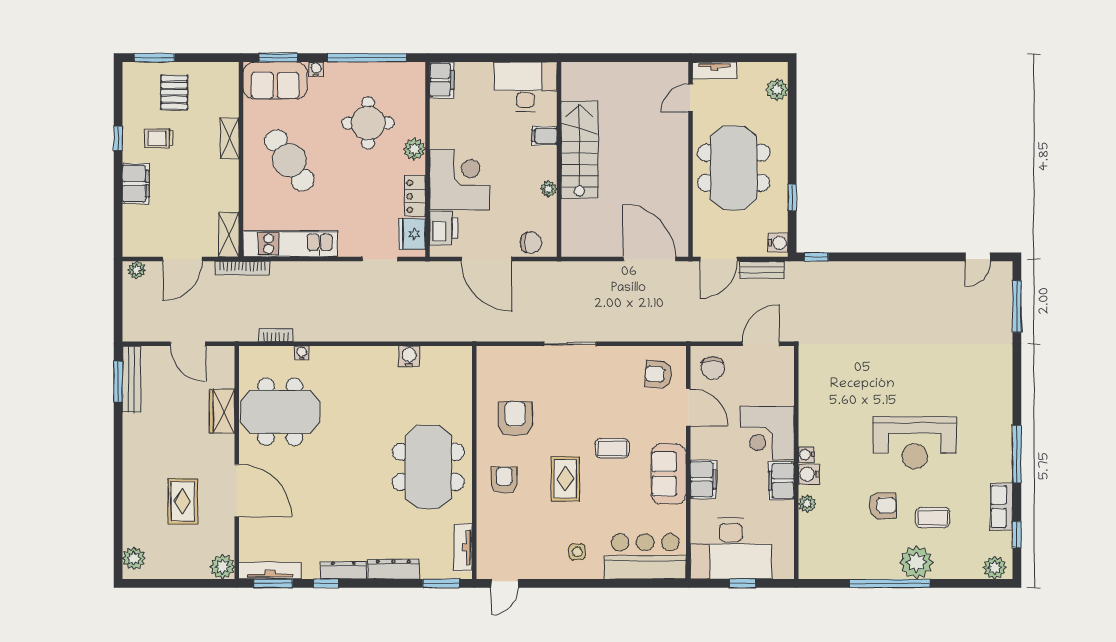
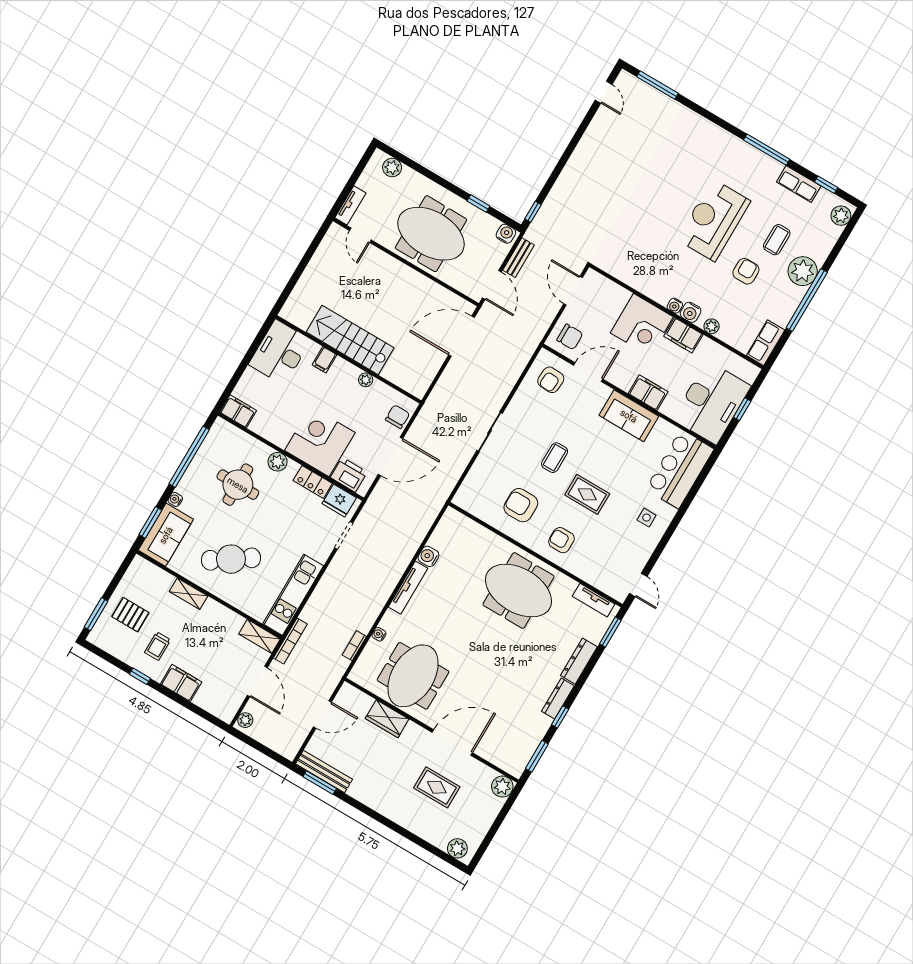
reception desk: (915, 443) -> (714, 220), turned 180
coffee table: (612, 448) -> (555, 458), moved
row of seats: (823, 568) -> (766, 343), added
tv unit: (270, 571) -> (408, 588), moved, turned 180

